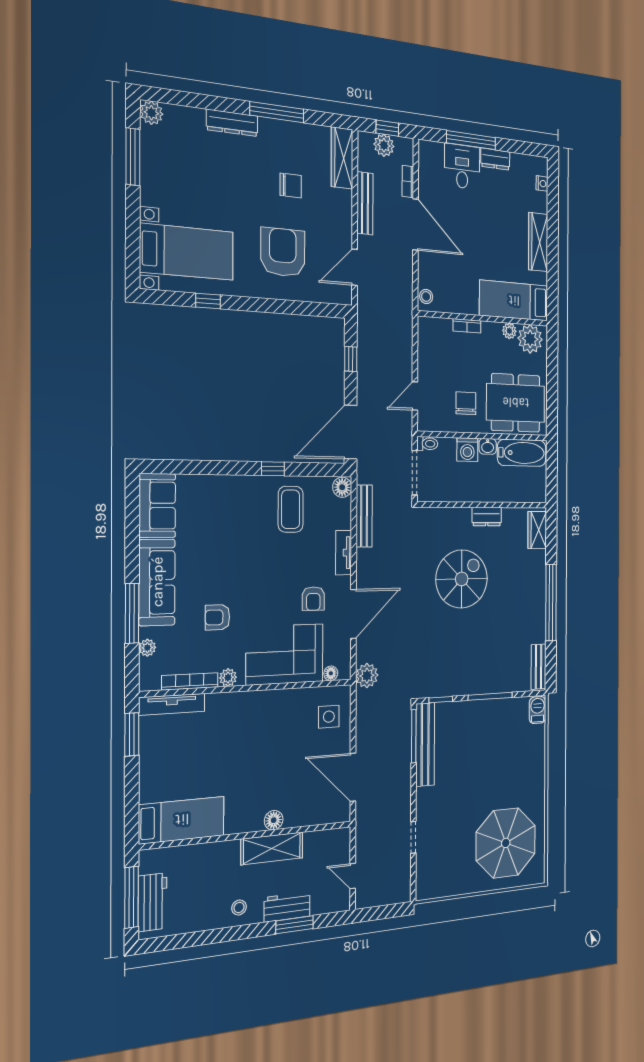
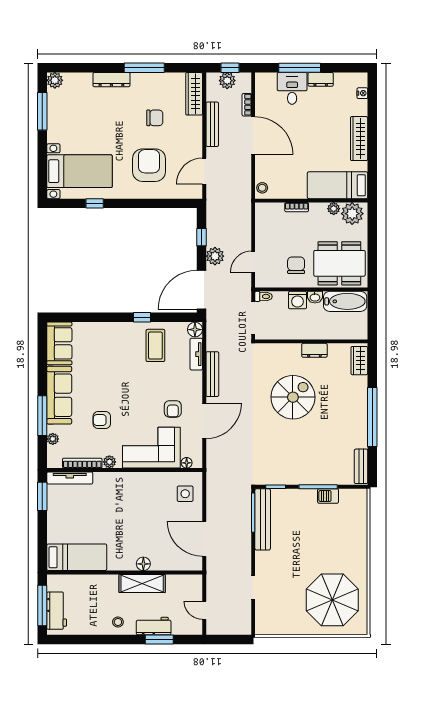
bench: (364, 516) -> (212, 374), moved
tv unit: (344, 553) -> (196, 354), moved
plant: (367, 676) -> (215, 256), moved
barbecue: (538, 710) -> (328, 496), moved, turned -90

